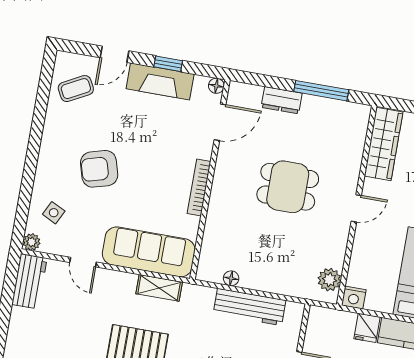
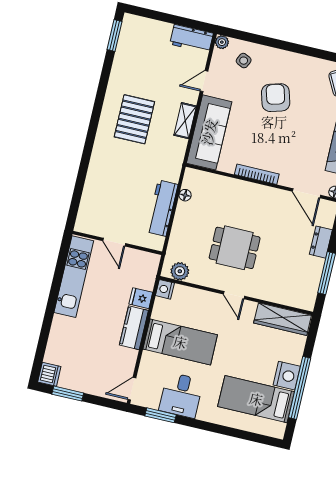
dining table: (288, 187) -> (235, 248), moved, turned 90
shelving: (159, 288) -> (185, 121), moved

